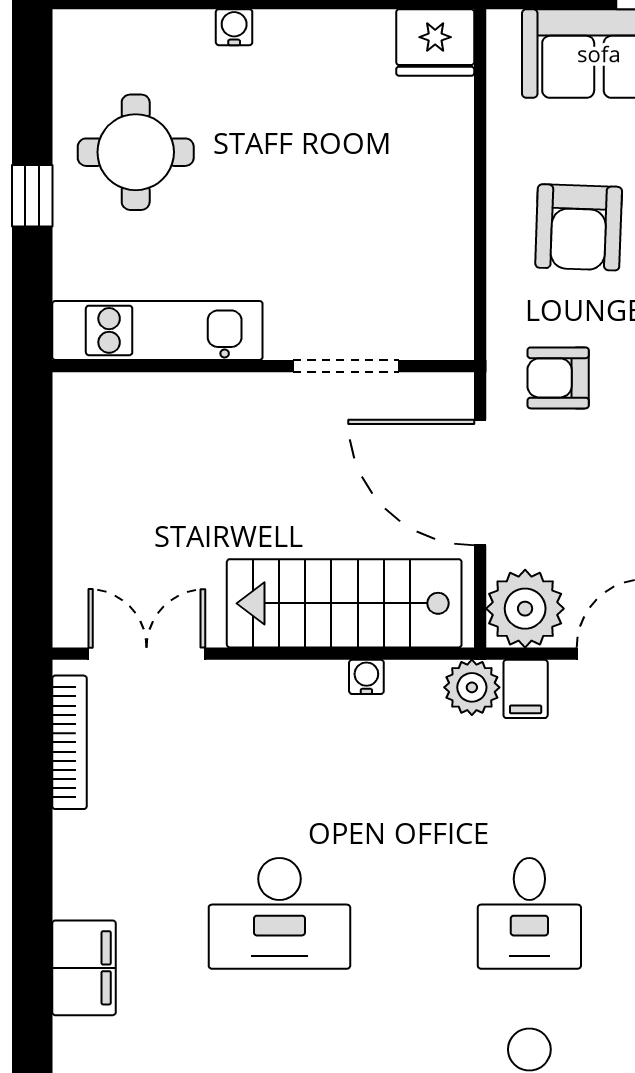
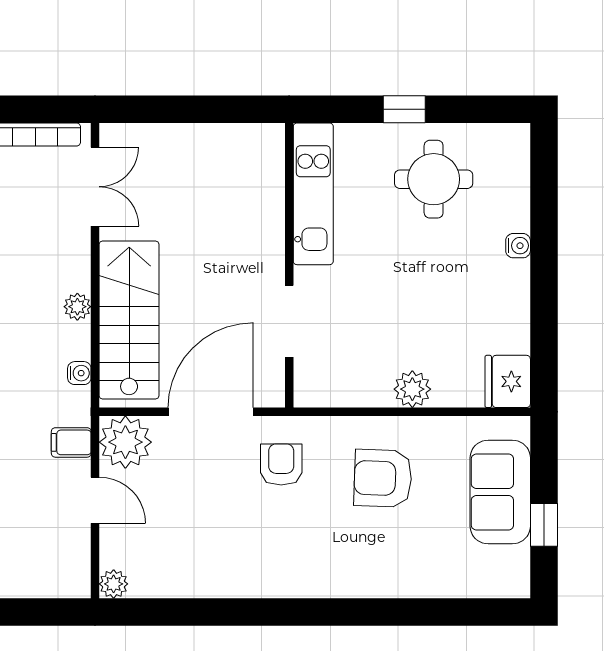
plant: (447, 184) -> (412, 389), added
water cooler: (366, 677) -> (79, 373), moved
plant: (472, 687) -> (77, 307), moved, width x0.73, depth x0.73

